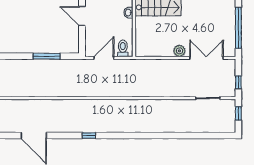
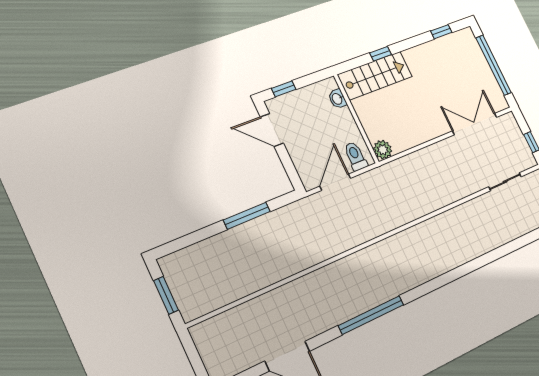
plant: (179, 51) -> (383, 150), moved
window: (89, 136) -> (371, 315), width x3.17

